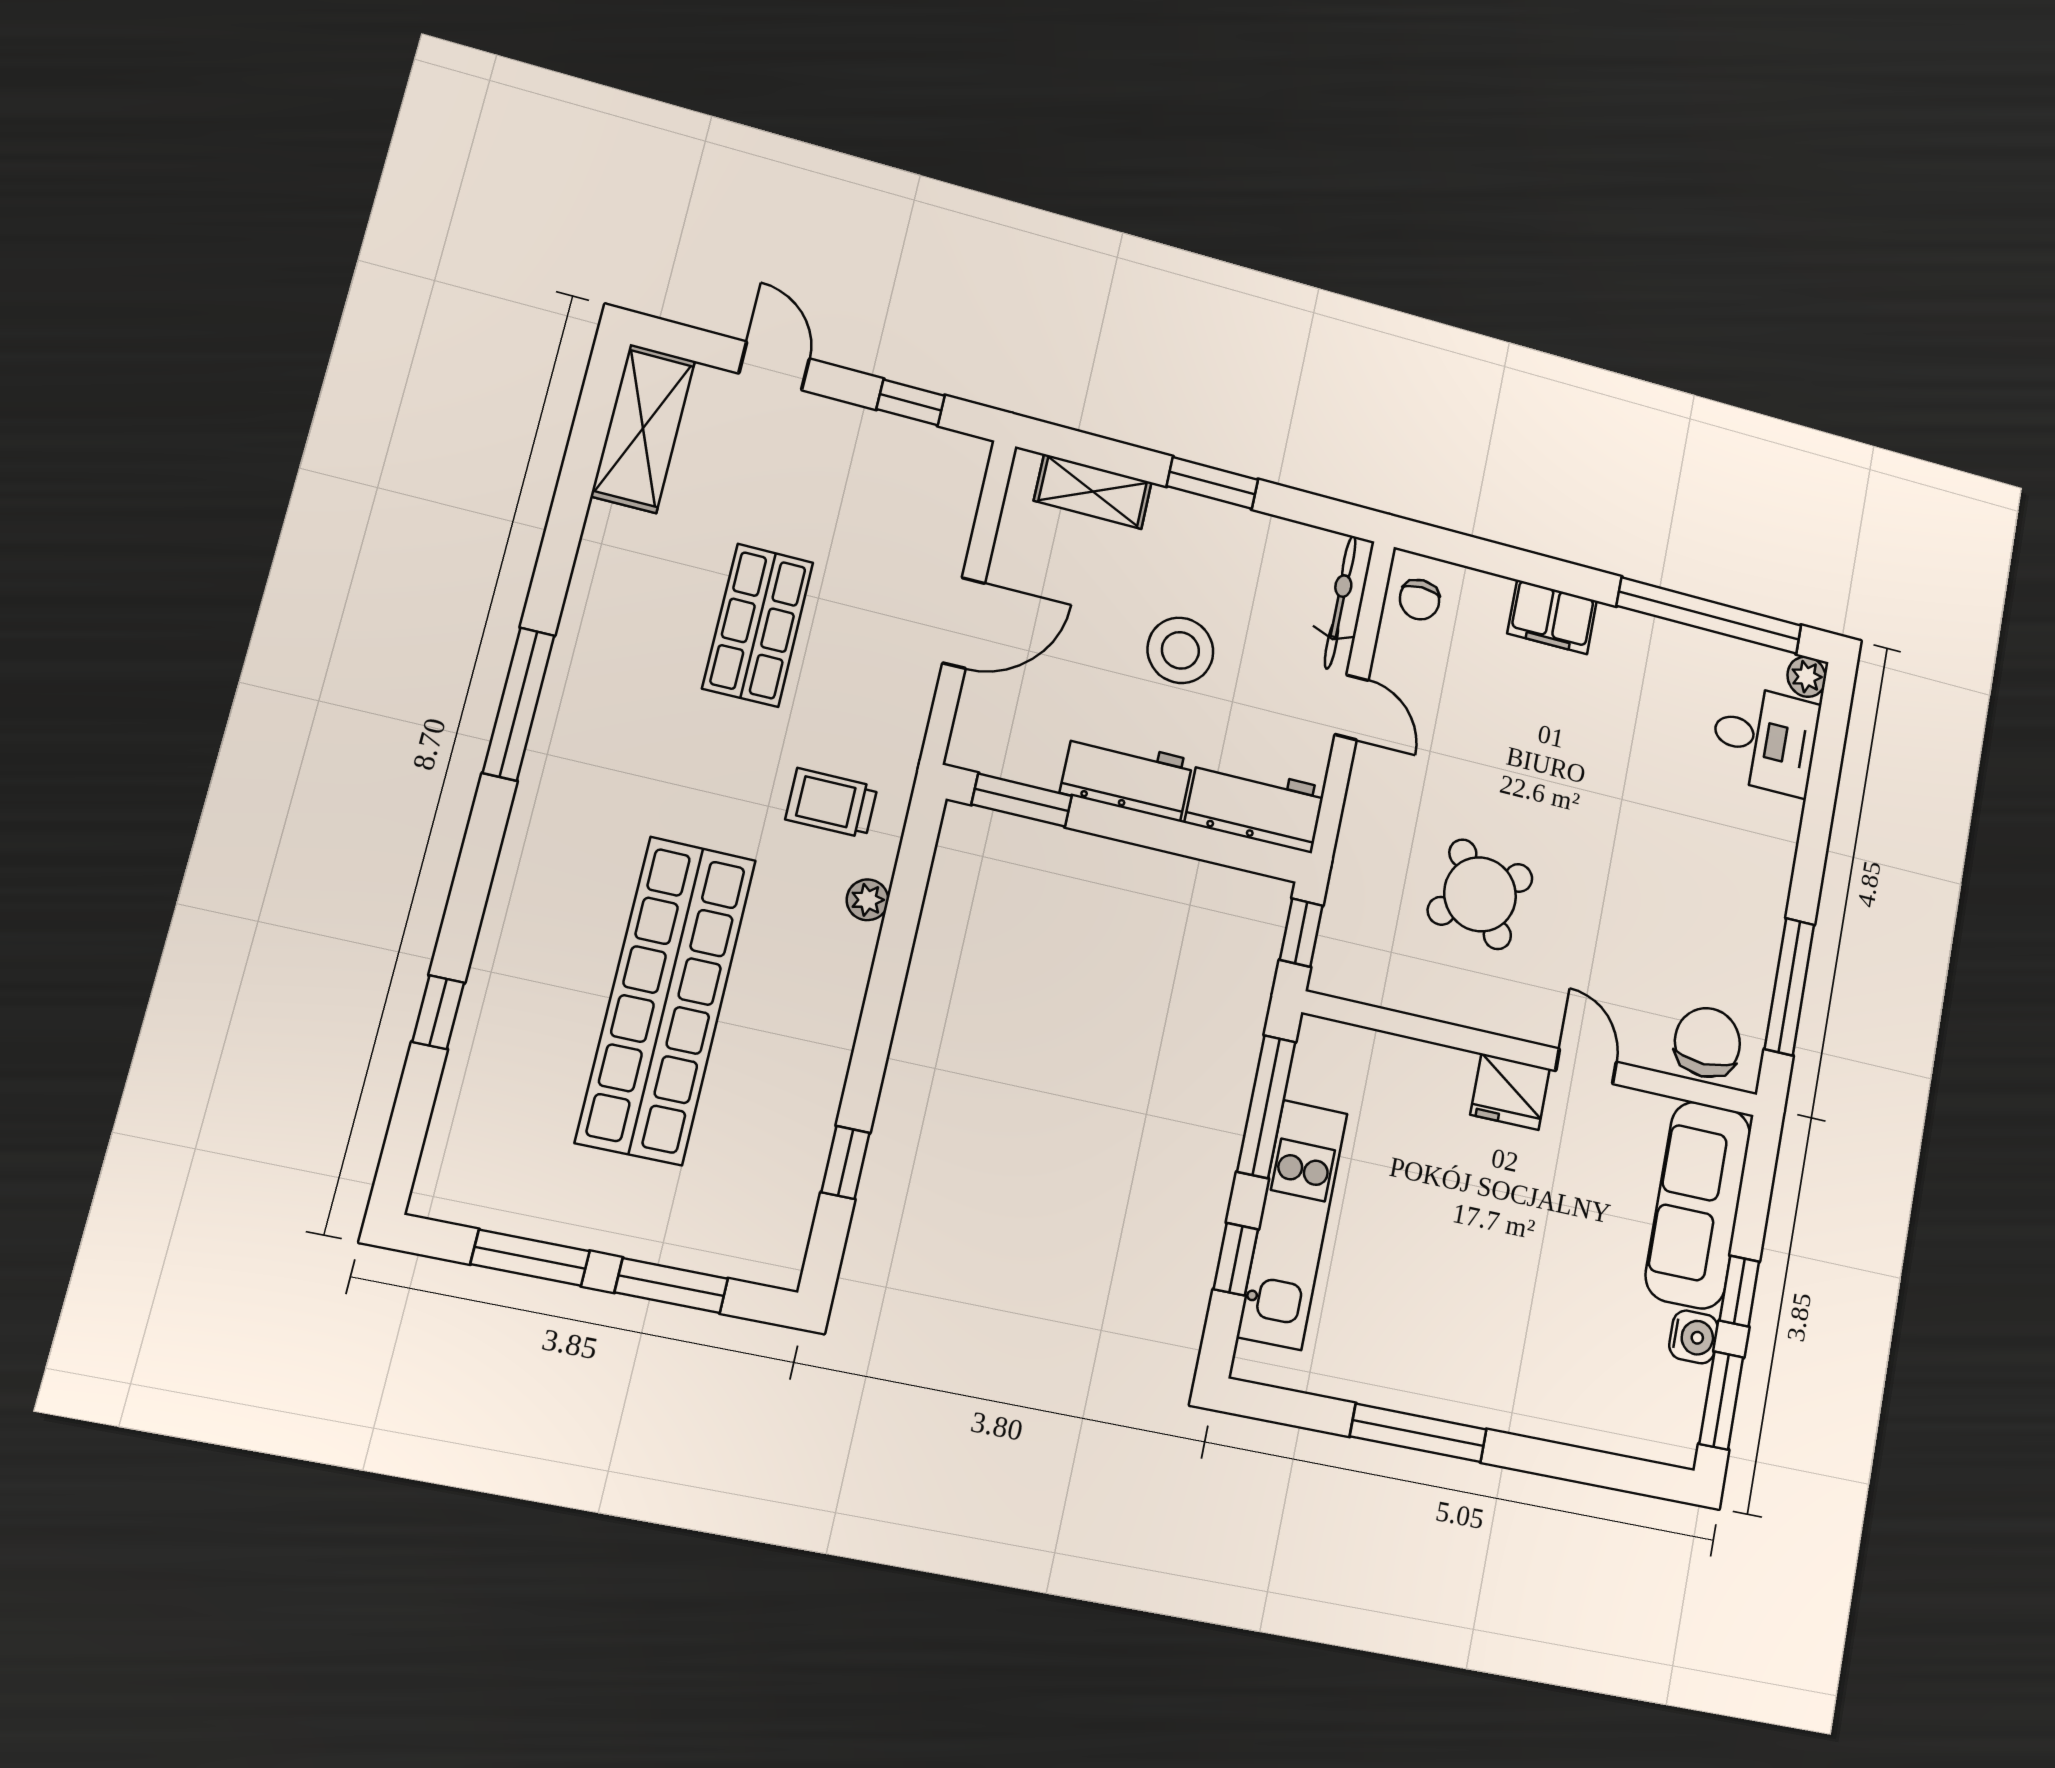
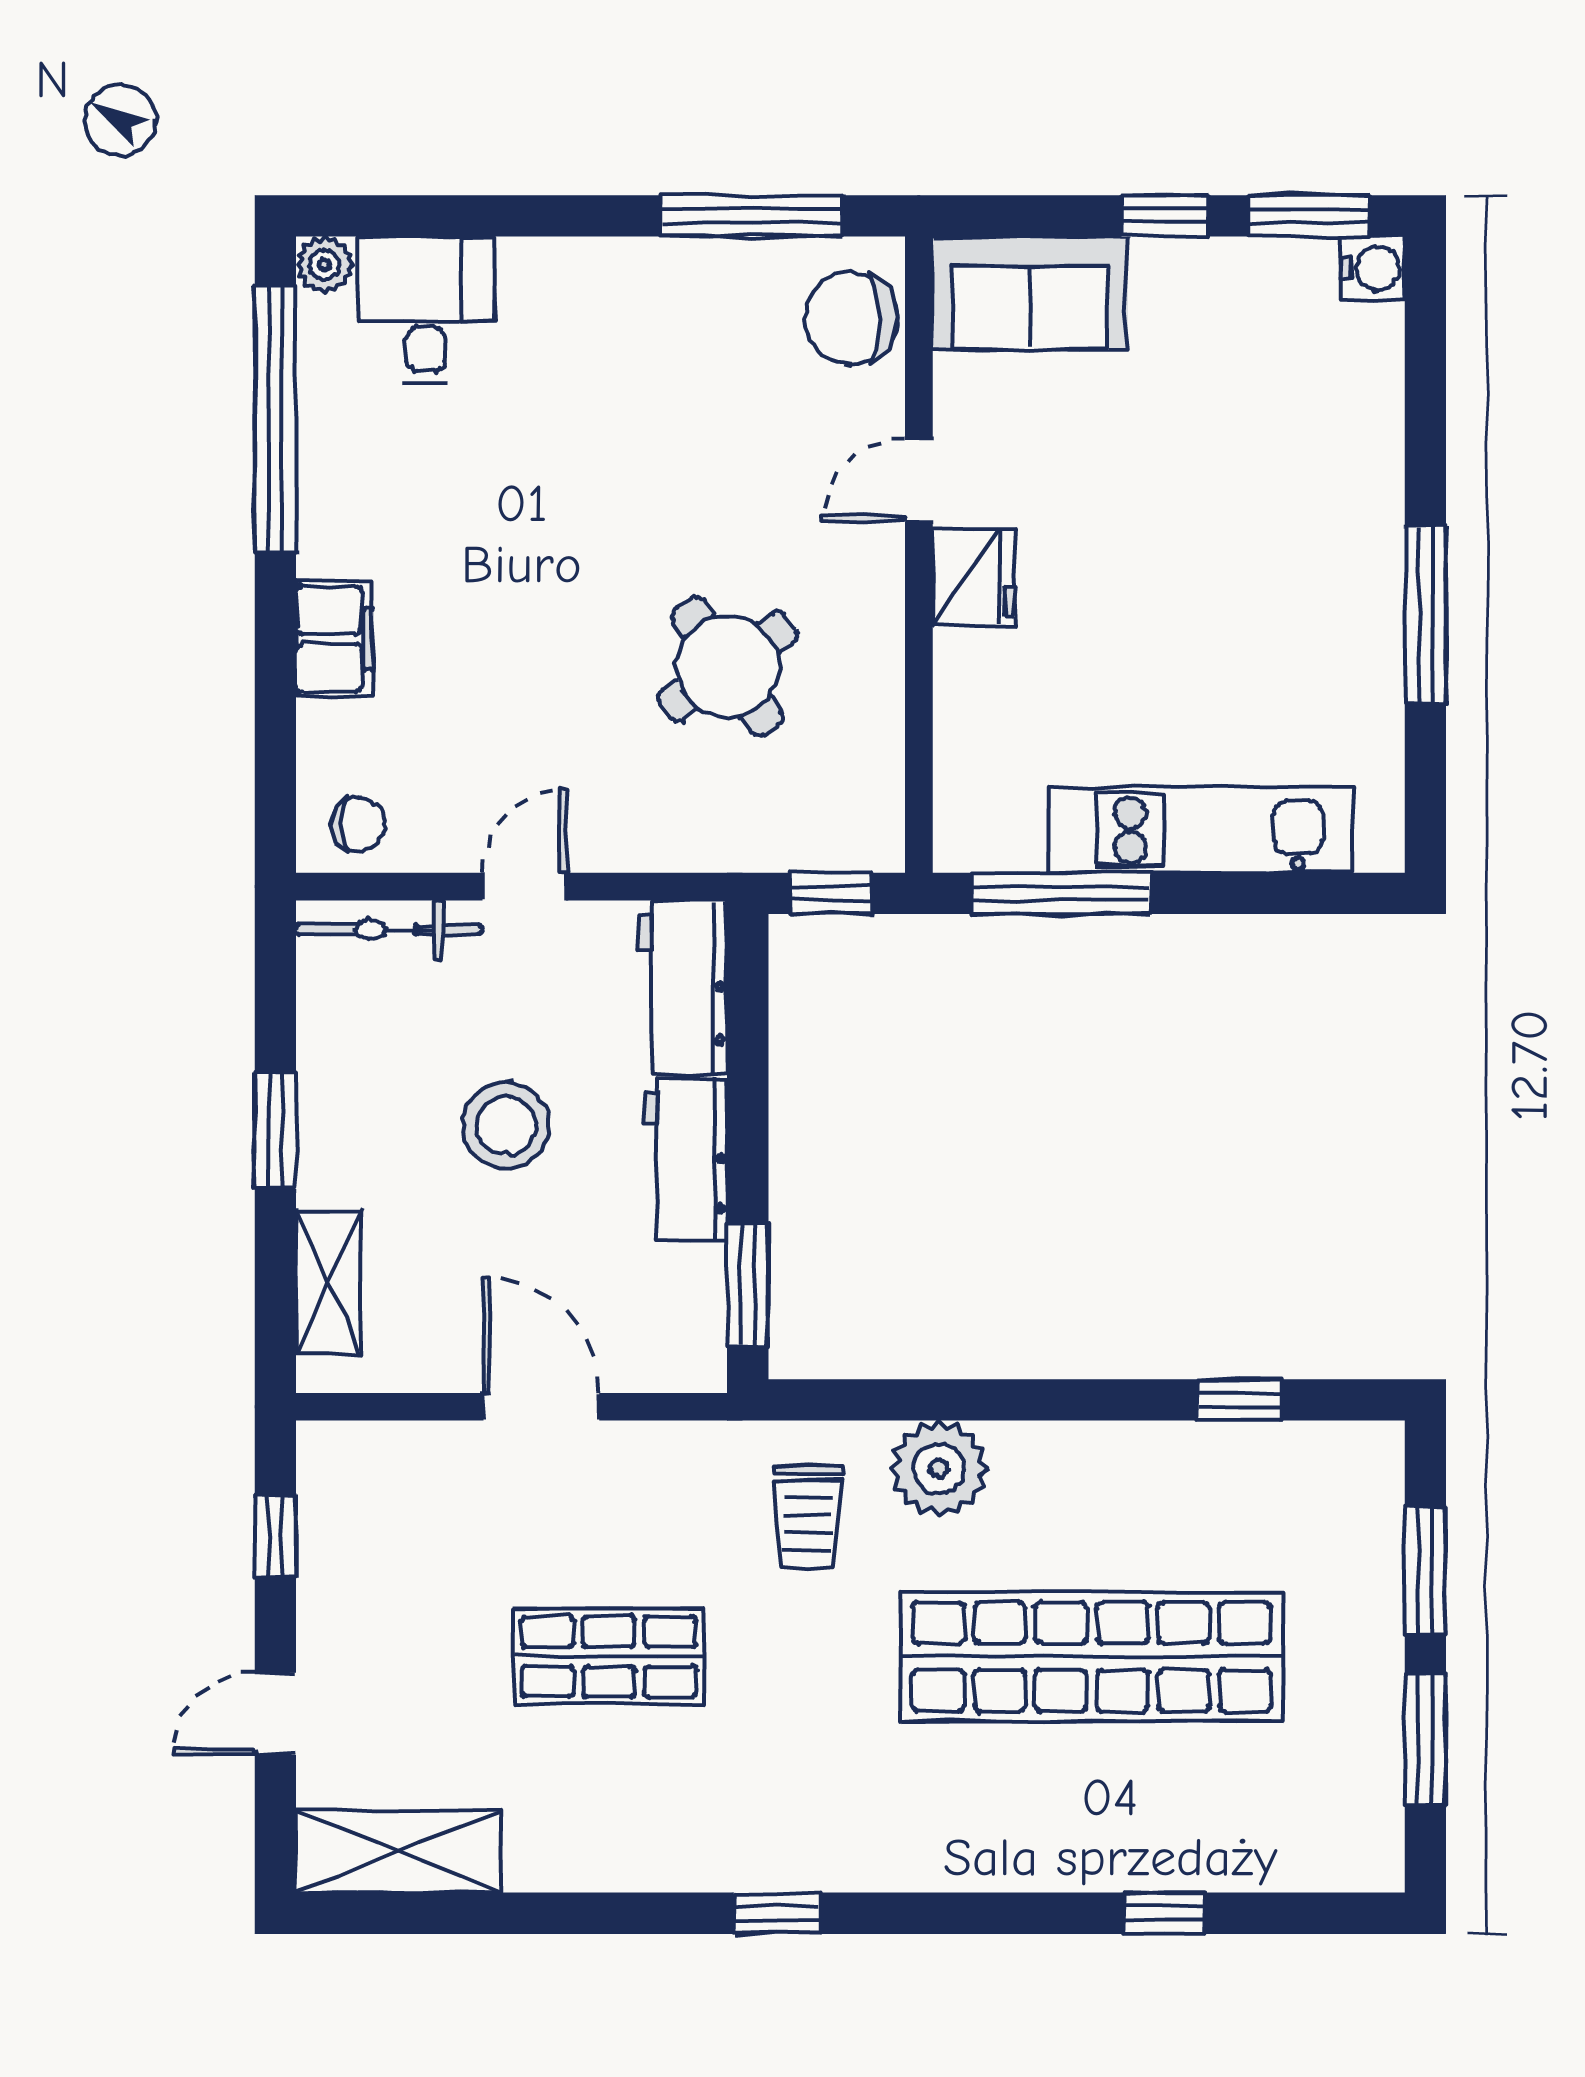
window: (519, 704) -> (777, 1913), width x0.46
plant: (868, 900) -> (939, 1469), width x1.87, depth x1.87
sofa: (1698, 1205) -> (1030, 293), width x0.73
window: (1236, 1259) -> (1258, 893), removed
water cooler: (1694, 1337) -> (1373, 268), moved, turned 90

